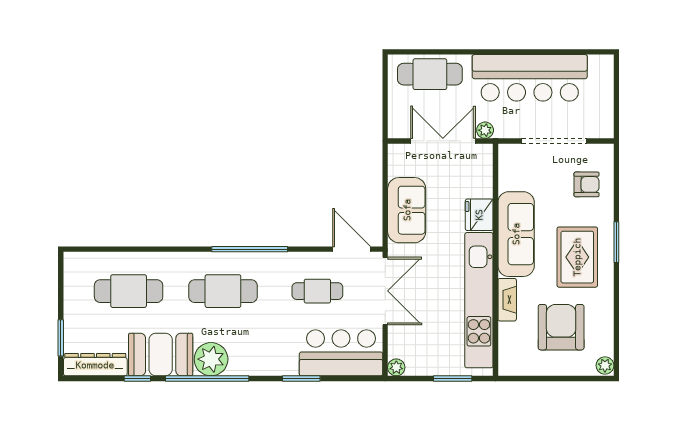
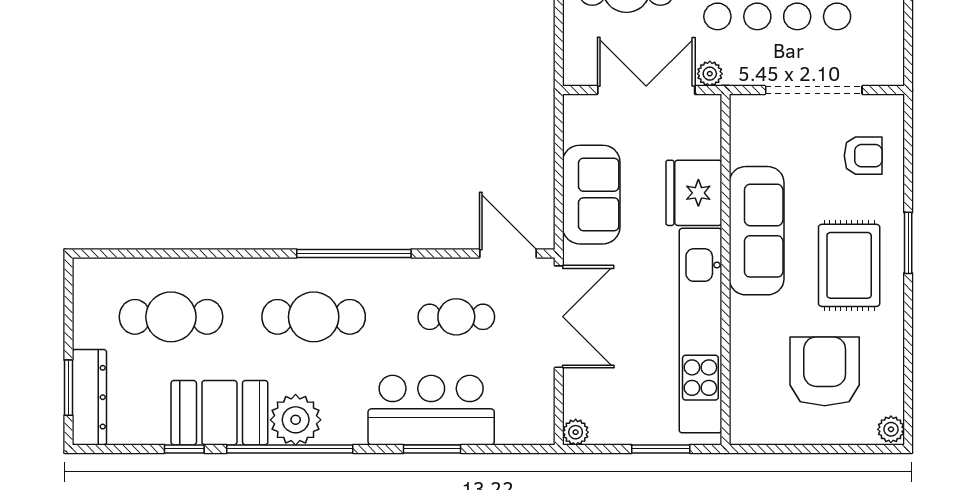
fridge: (479, 215) -> (694, 193), width x1.36, depth x1.34
fireplace: (507, 300) -> (743, 330), removed
bar counter: (341, 353) -> (431, 410), moved
dresser: (95, 365) -> (89, 397), moved, turned 90

